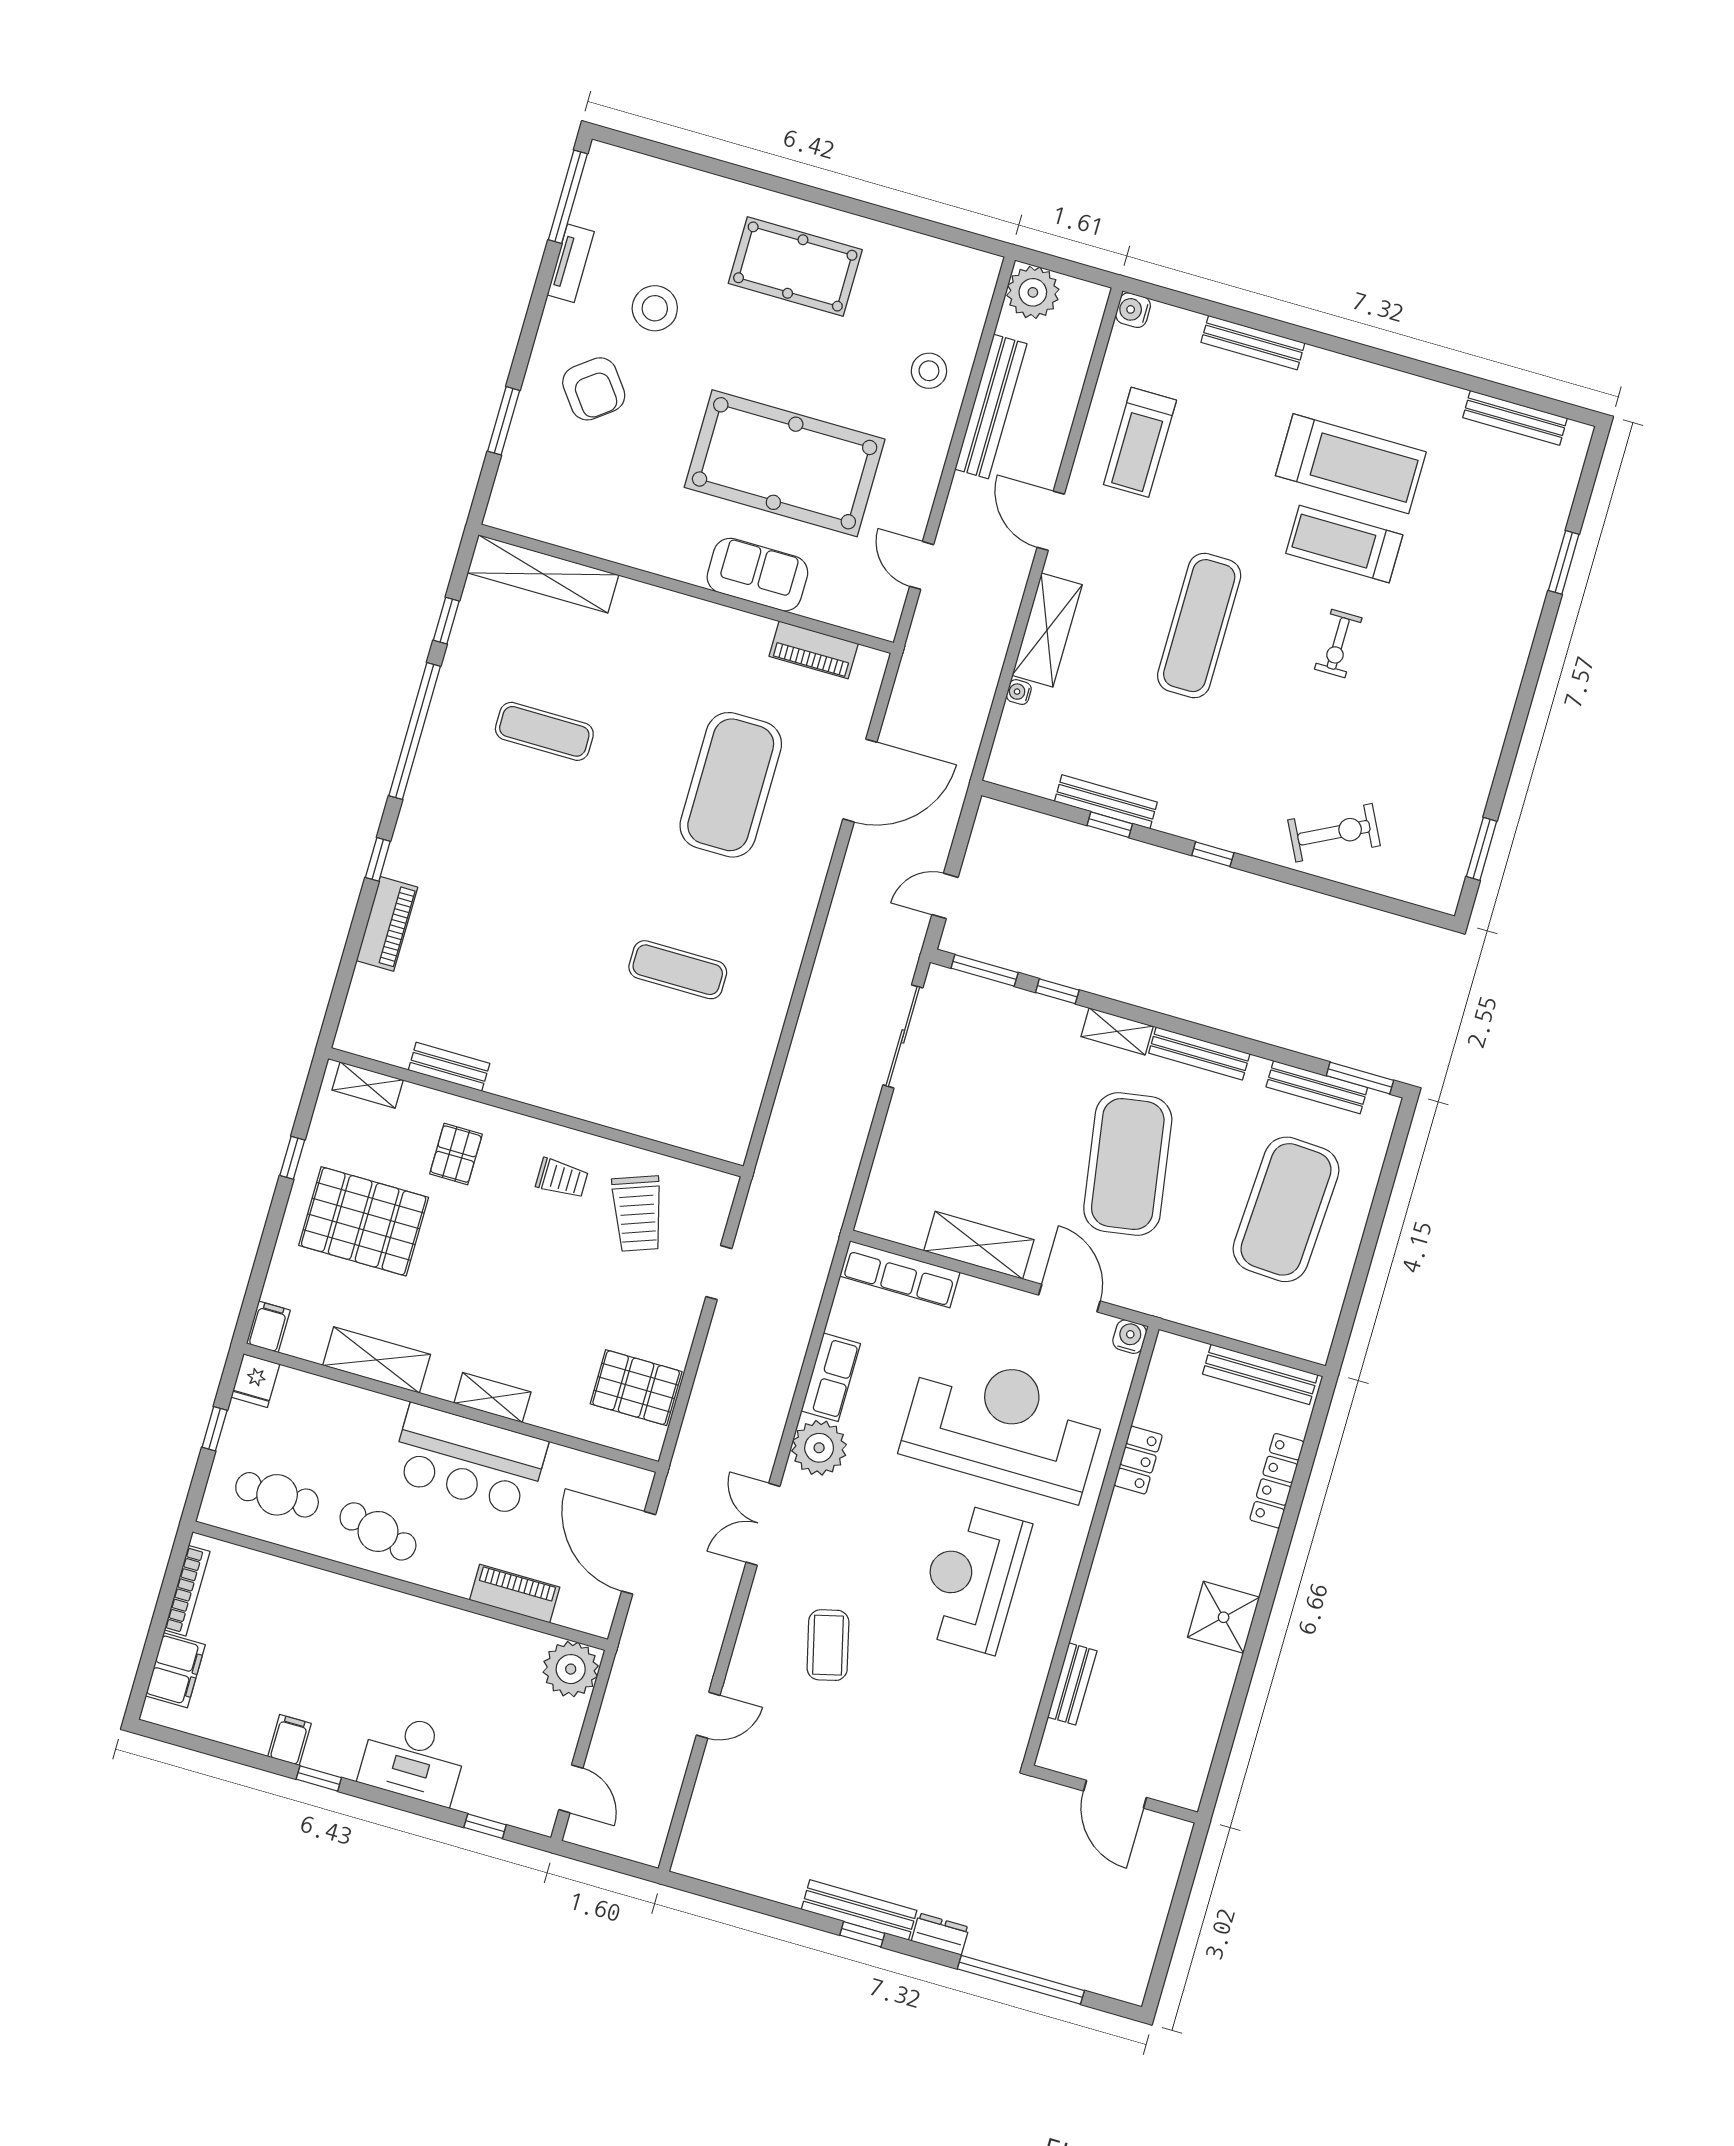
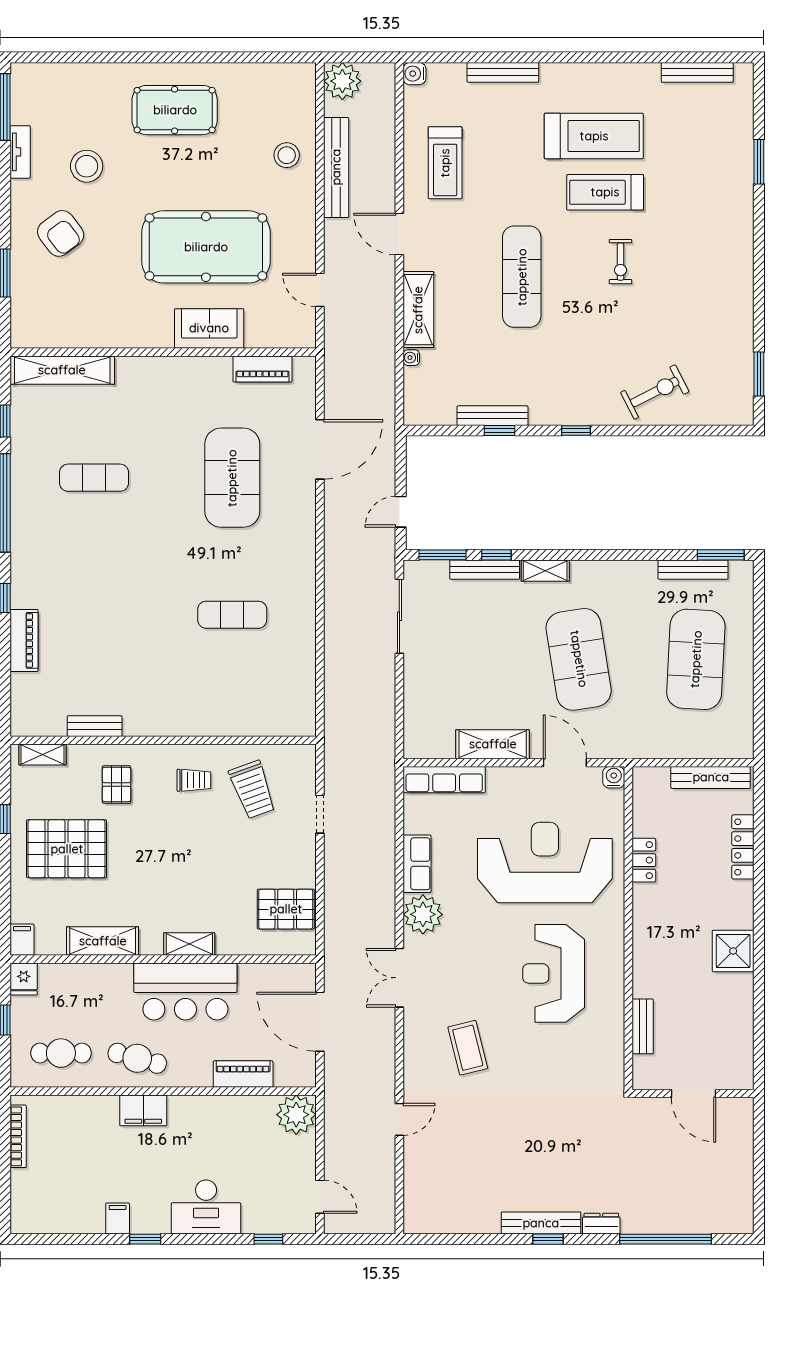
bench: (1199, 1053) -> (485, 570), moved
filing cabinet: (175, 1670) -> (143, 1110), moved, turned 90

